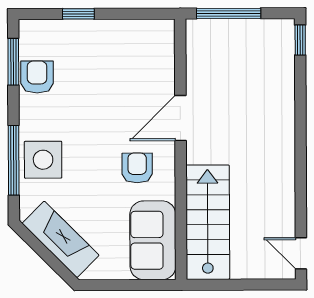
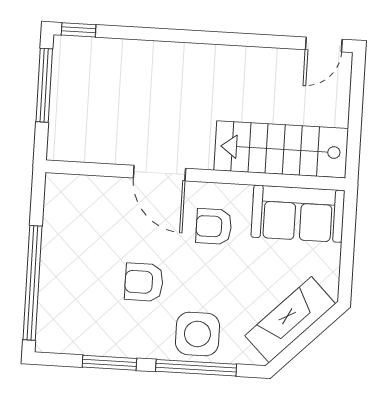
window: (229, 13) -> (44, 85), moved
window: (78, 14) -> (33, 283), width x3.17
window: (13, 62) -> (109, 363), moved
armchair: (37, 77) -> (144, 282), moved

